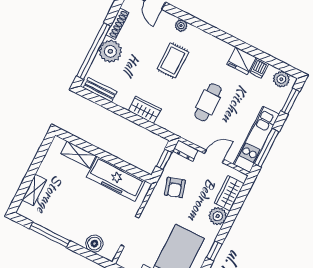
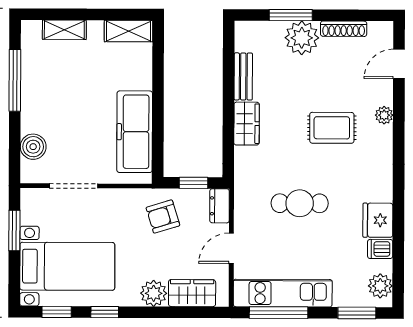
window: (94, 51) -> (291, 15), width x0.47
bench: (100, 90) -> (243, 76), moved
shelving: (78, 155) -> (128, 31), moved, turned 90
door: (214, 156) -> (231, 248), swing flipped

